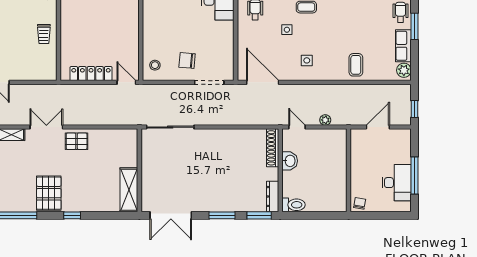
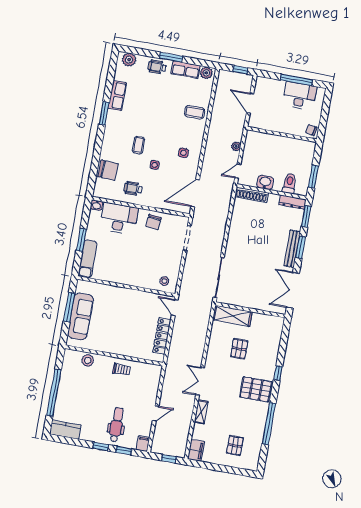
chair: (187, 60) -> (154, 222), moved
door: (126, 82) -> (175, 308), hinge flipped
pallet: (77, 141) -> (239, 349), moved
shelving: (129, 190) -> (232, 316), moved
toilet: (293, 205) -> (289, 183), moved
bench: (219, 206) -> (292, 249), added
double door: (171, 215) -> (293, 290), swing flipped
window: (306, 215) -> (313, 177), added

